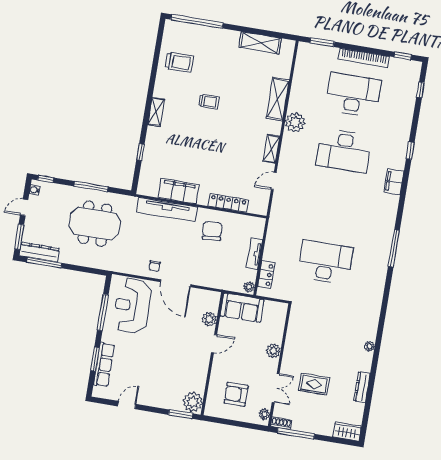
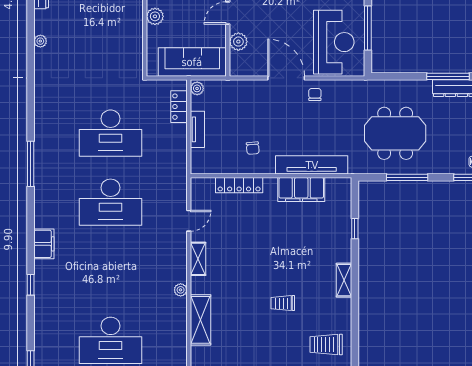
plant: (295, 122) -> (181, 290), width x0.53, depth x0.53
desk: (344, 151) -> (111, 202), moved, turned 180
chair: (212, 231) -> (253, 148), width x0.54, depth x0.54
sofa: (242, 308) -> (192, 62), width x1.36

